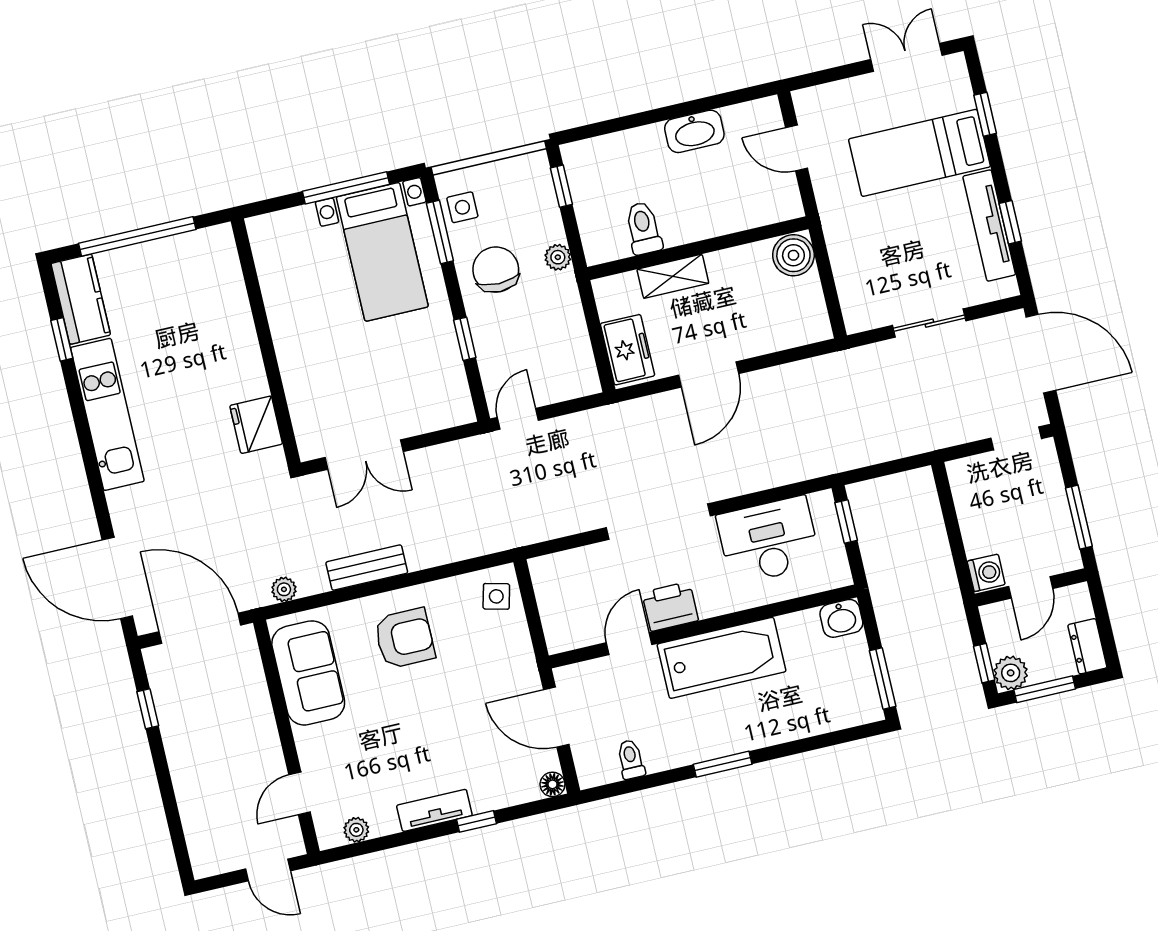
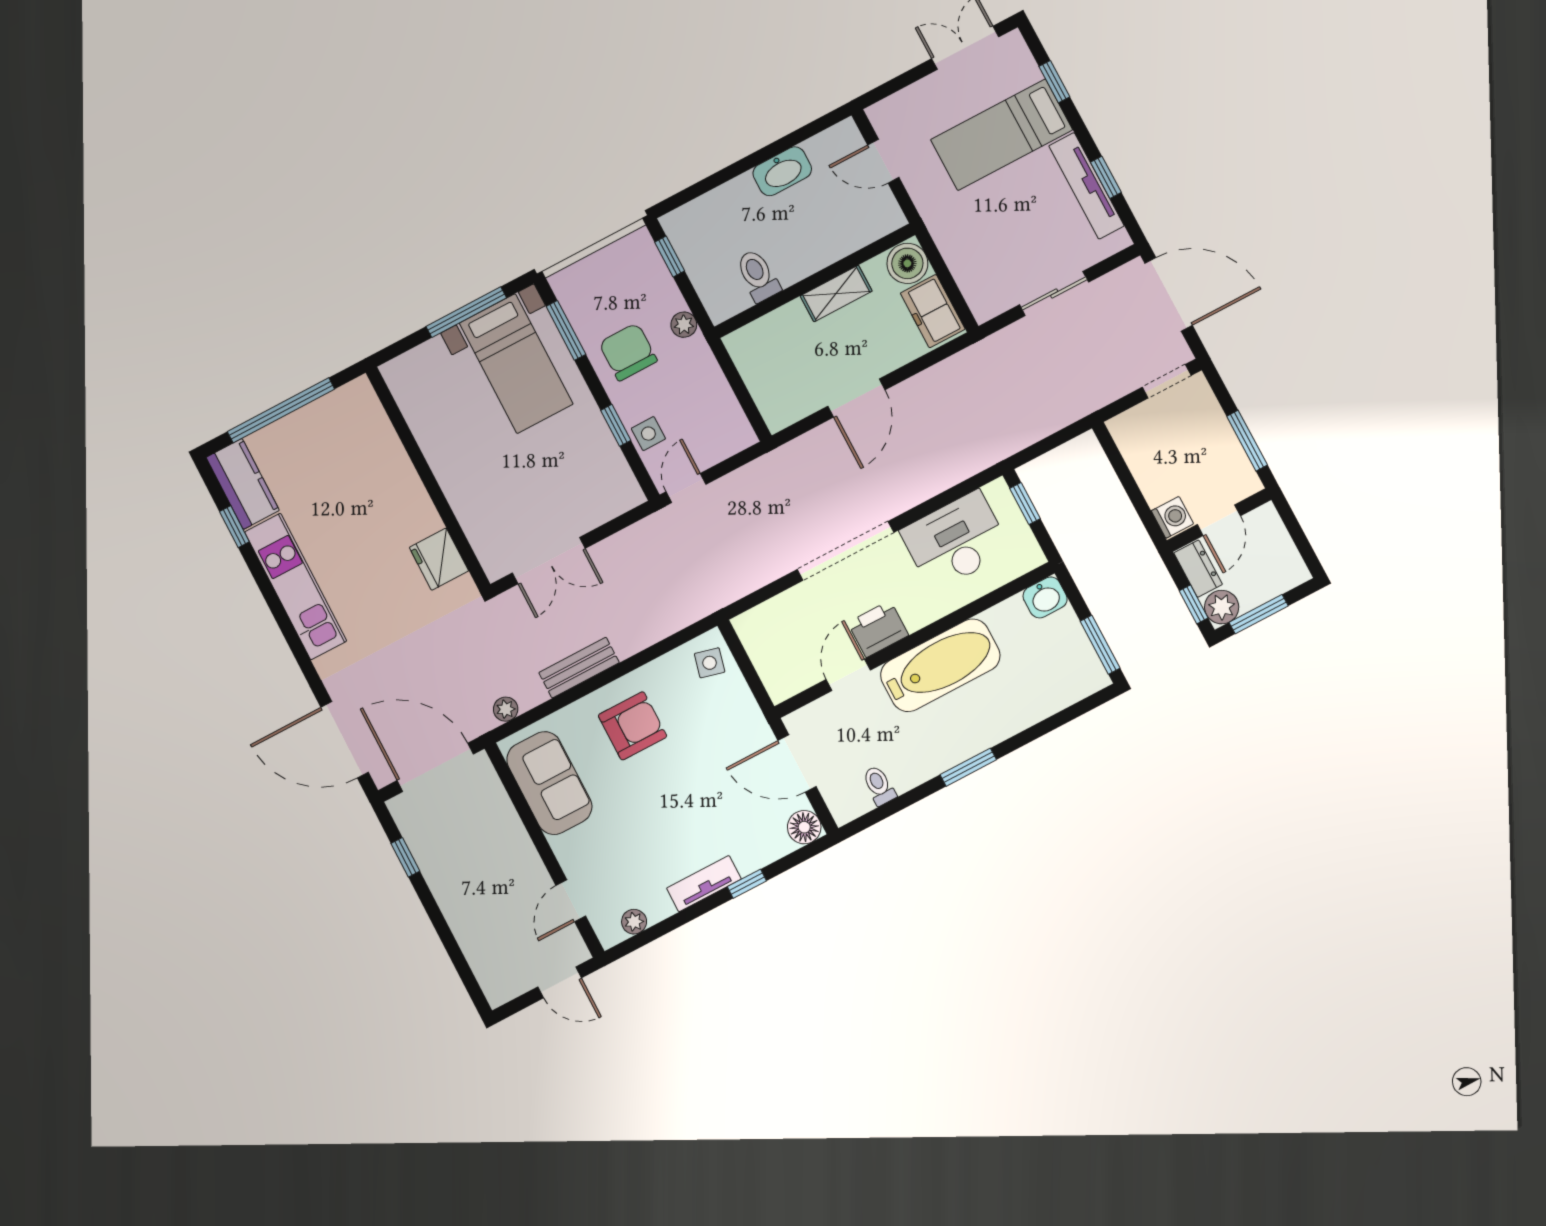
side table: (462, 207) -> (648, 434), moved
shelving: (673, 276) -> (836, 293), moved
freezer: (627, 350) -> (933, 311), moved, turned 180
dresser: (1087, 646) -> (1198, 569), moved, turned 180
floor lamp: (552, 784) -> (804, 827), width x1.37, depth x1.37

